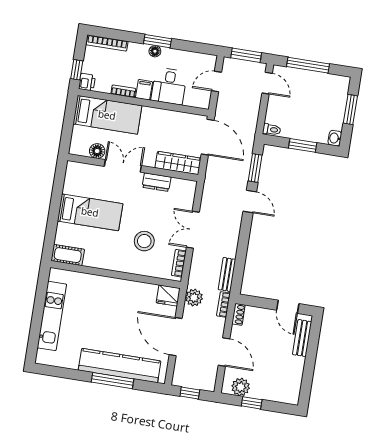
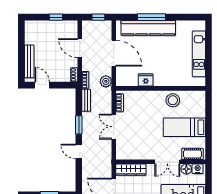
nightstand: (81, 149) -> (198, 169), added
window: (255, 168) -> (79, 125), moved
dresser: (157, 182) -> (143, 155), removed
double door: (193, 230) -> (114, 127), swing flipped
stool: (144, 241) -> (173, 100), moved
cot: (68, 255) -> (192, 154), moved
fridge: (168, 295) -> (146, 80), moved
bench: (302, 338) -> (29, 61), width x1.36
plant: (241, 387) -> (65, 26), removed

